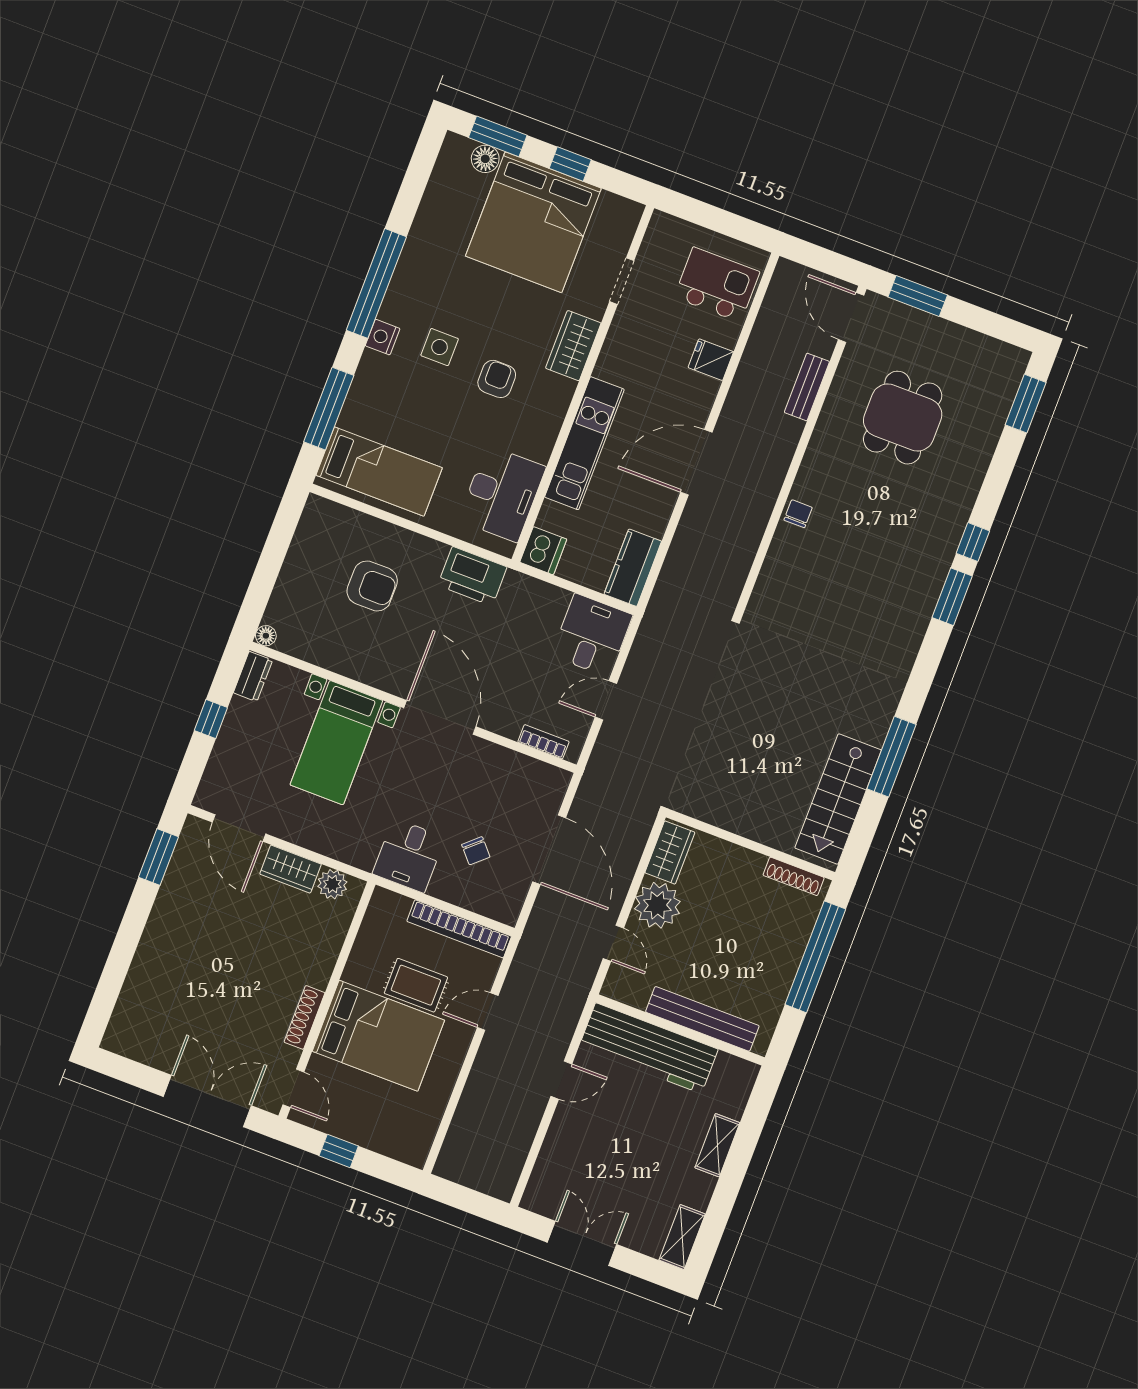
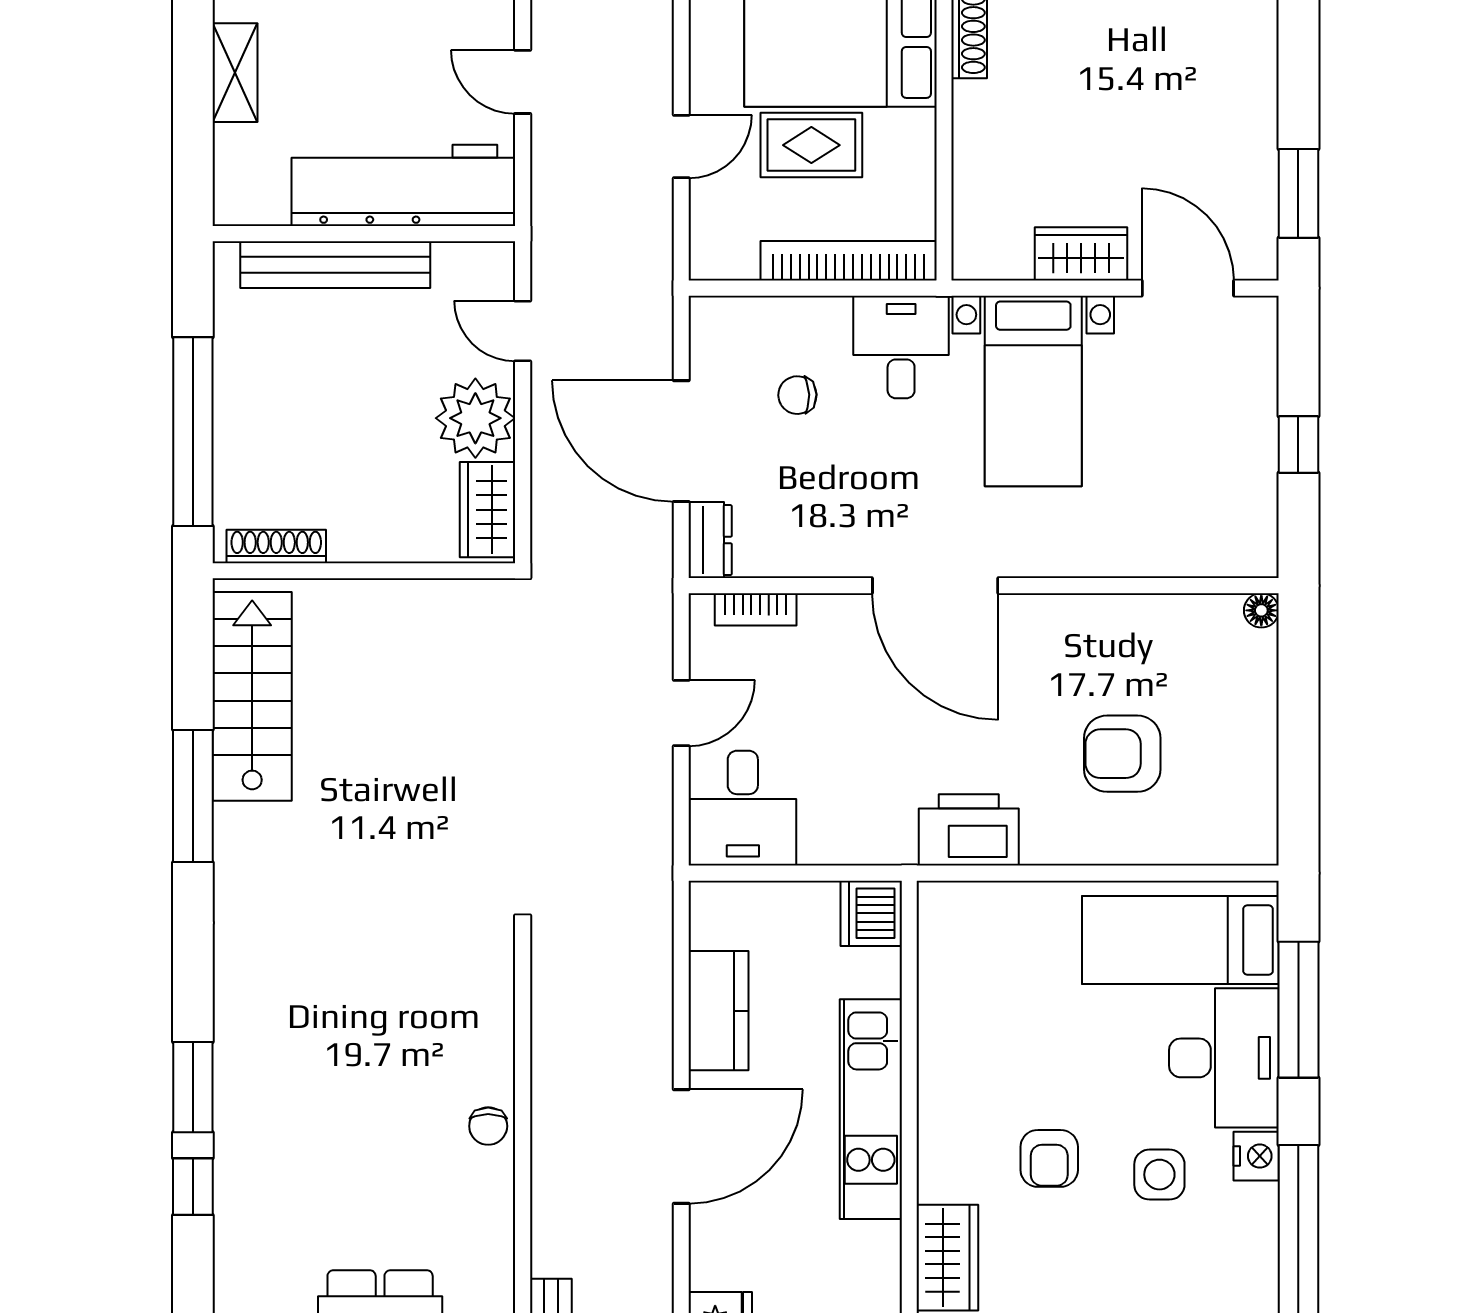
desk: (502, 494) -> (1224, 1058), moved, turned 180
kitchen counter: (633, 568) -> (719, 1011), moved
dresser: (253, 676) -> (710, 540), moved, turned 180
bed with nightstands: (336, 743) -> (1033, 391), moved, turned 180
chair: (476, 851) -> (797, 395), turned -50
plant: (332, 884) -> (1005, 255), removed
bookcase: (459, 929) -> (849, 261), moved
door: (561, 1080) -> (523, 82), hinge flipped

